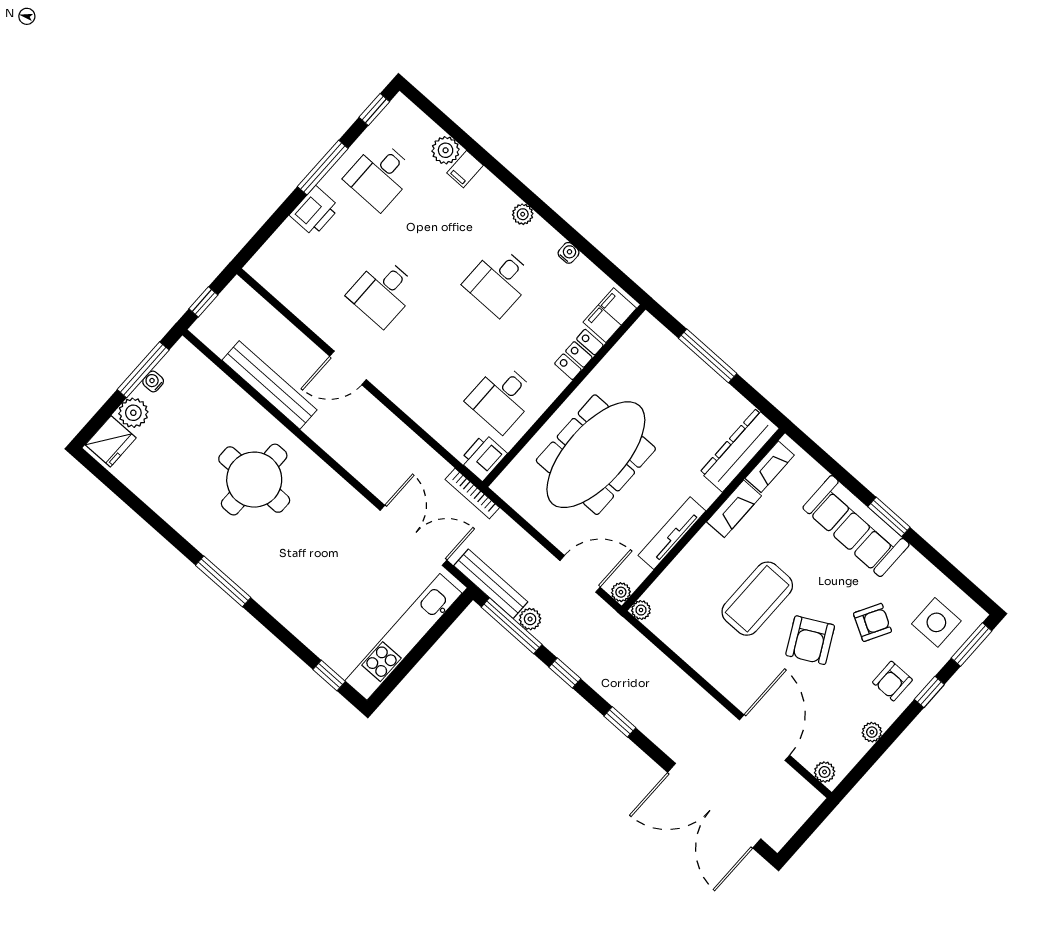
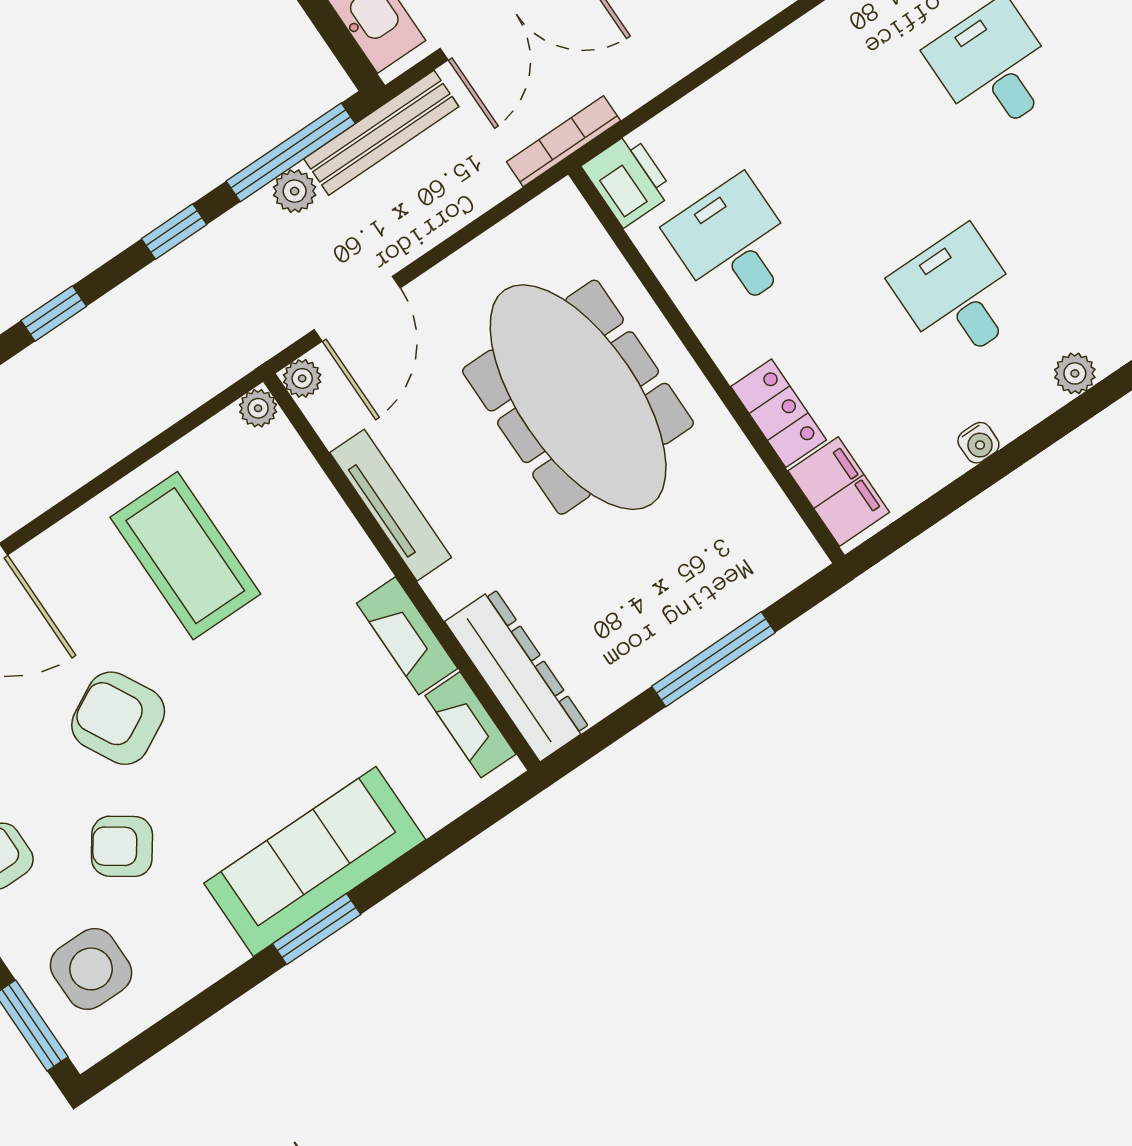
coffee table: (757, 599) -> (185, 556), moved
armchair: (872, 622) -> (122, 846), turned 96

